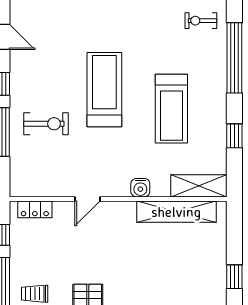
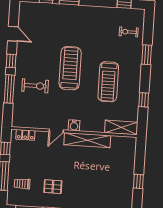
window: (234, 58) -> (147, 55), width x0.47
water cooler: (140, 188) -> (74, 125), moved
shelving: (176, 212) -> (87, 140), moved

